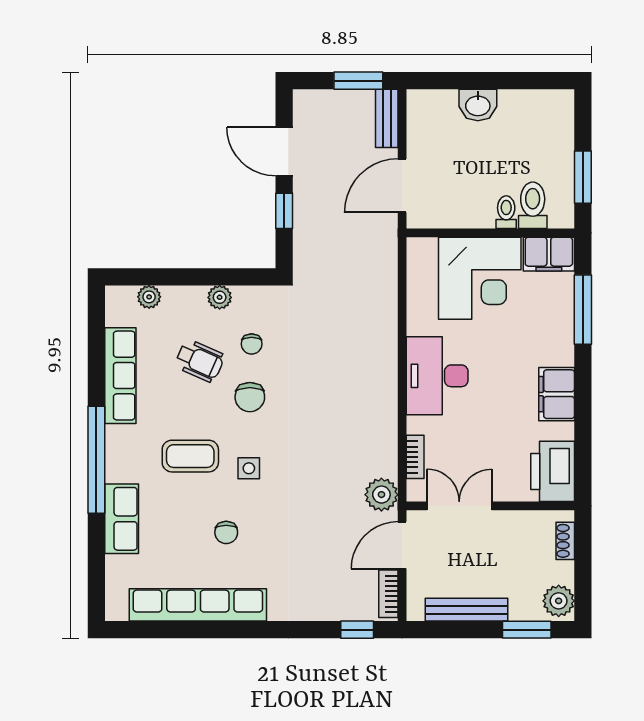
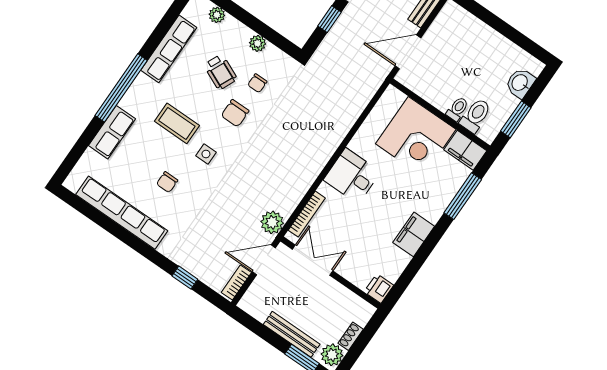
washbasin: (478, 105) -> (520, 83), moved, turned 90
desk: (437, 376) -> (352, 176), width x0.73
bookcase: (415, 457) -> (307, 214), width x1.56
printer: (553, 471) -> (379, 288), width x0.53, depth x0.68
shoe rack: (565, 541) -> (351, 336), moved
bench: (467, 610) -> (292, 334), moved
window: (357, 630) -> (185, 278), moved

